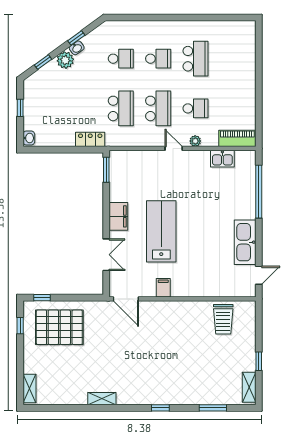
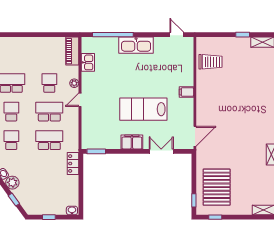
kitchen sink: (245, 242) -> (136, 45), moved
filing cabinet: (163, 288) -> (186, 92), moved

